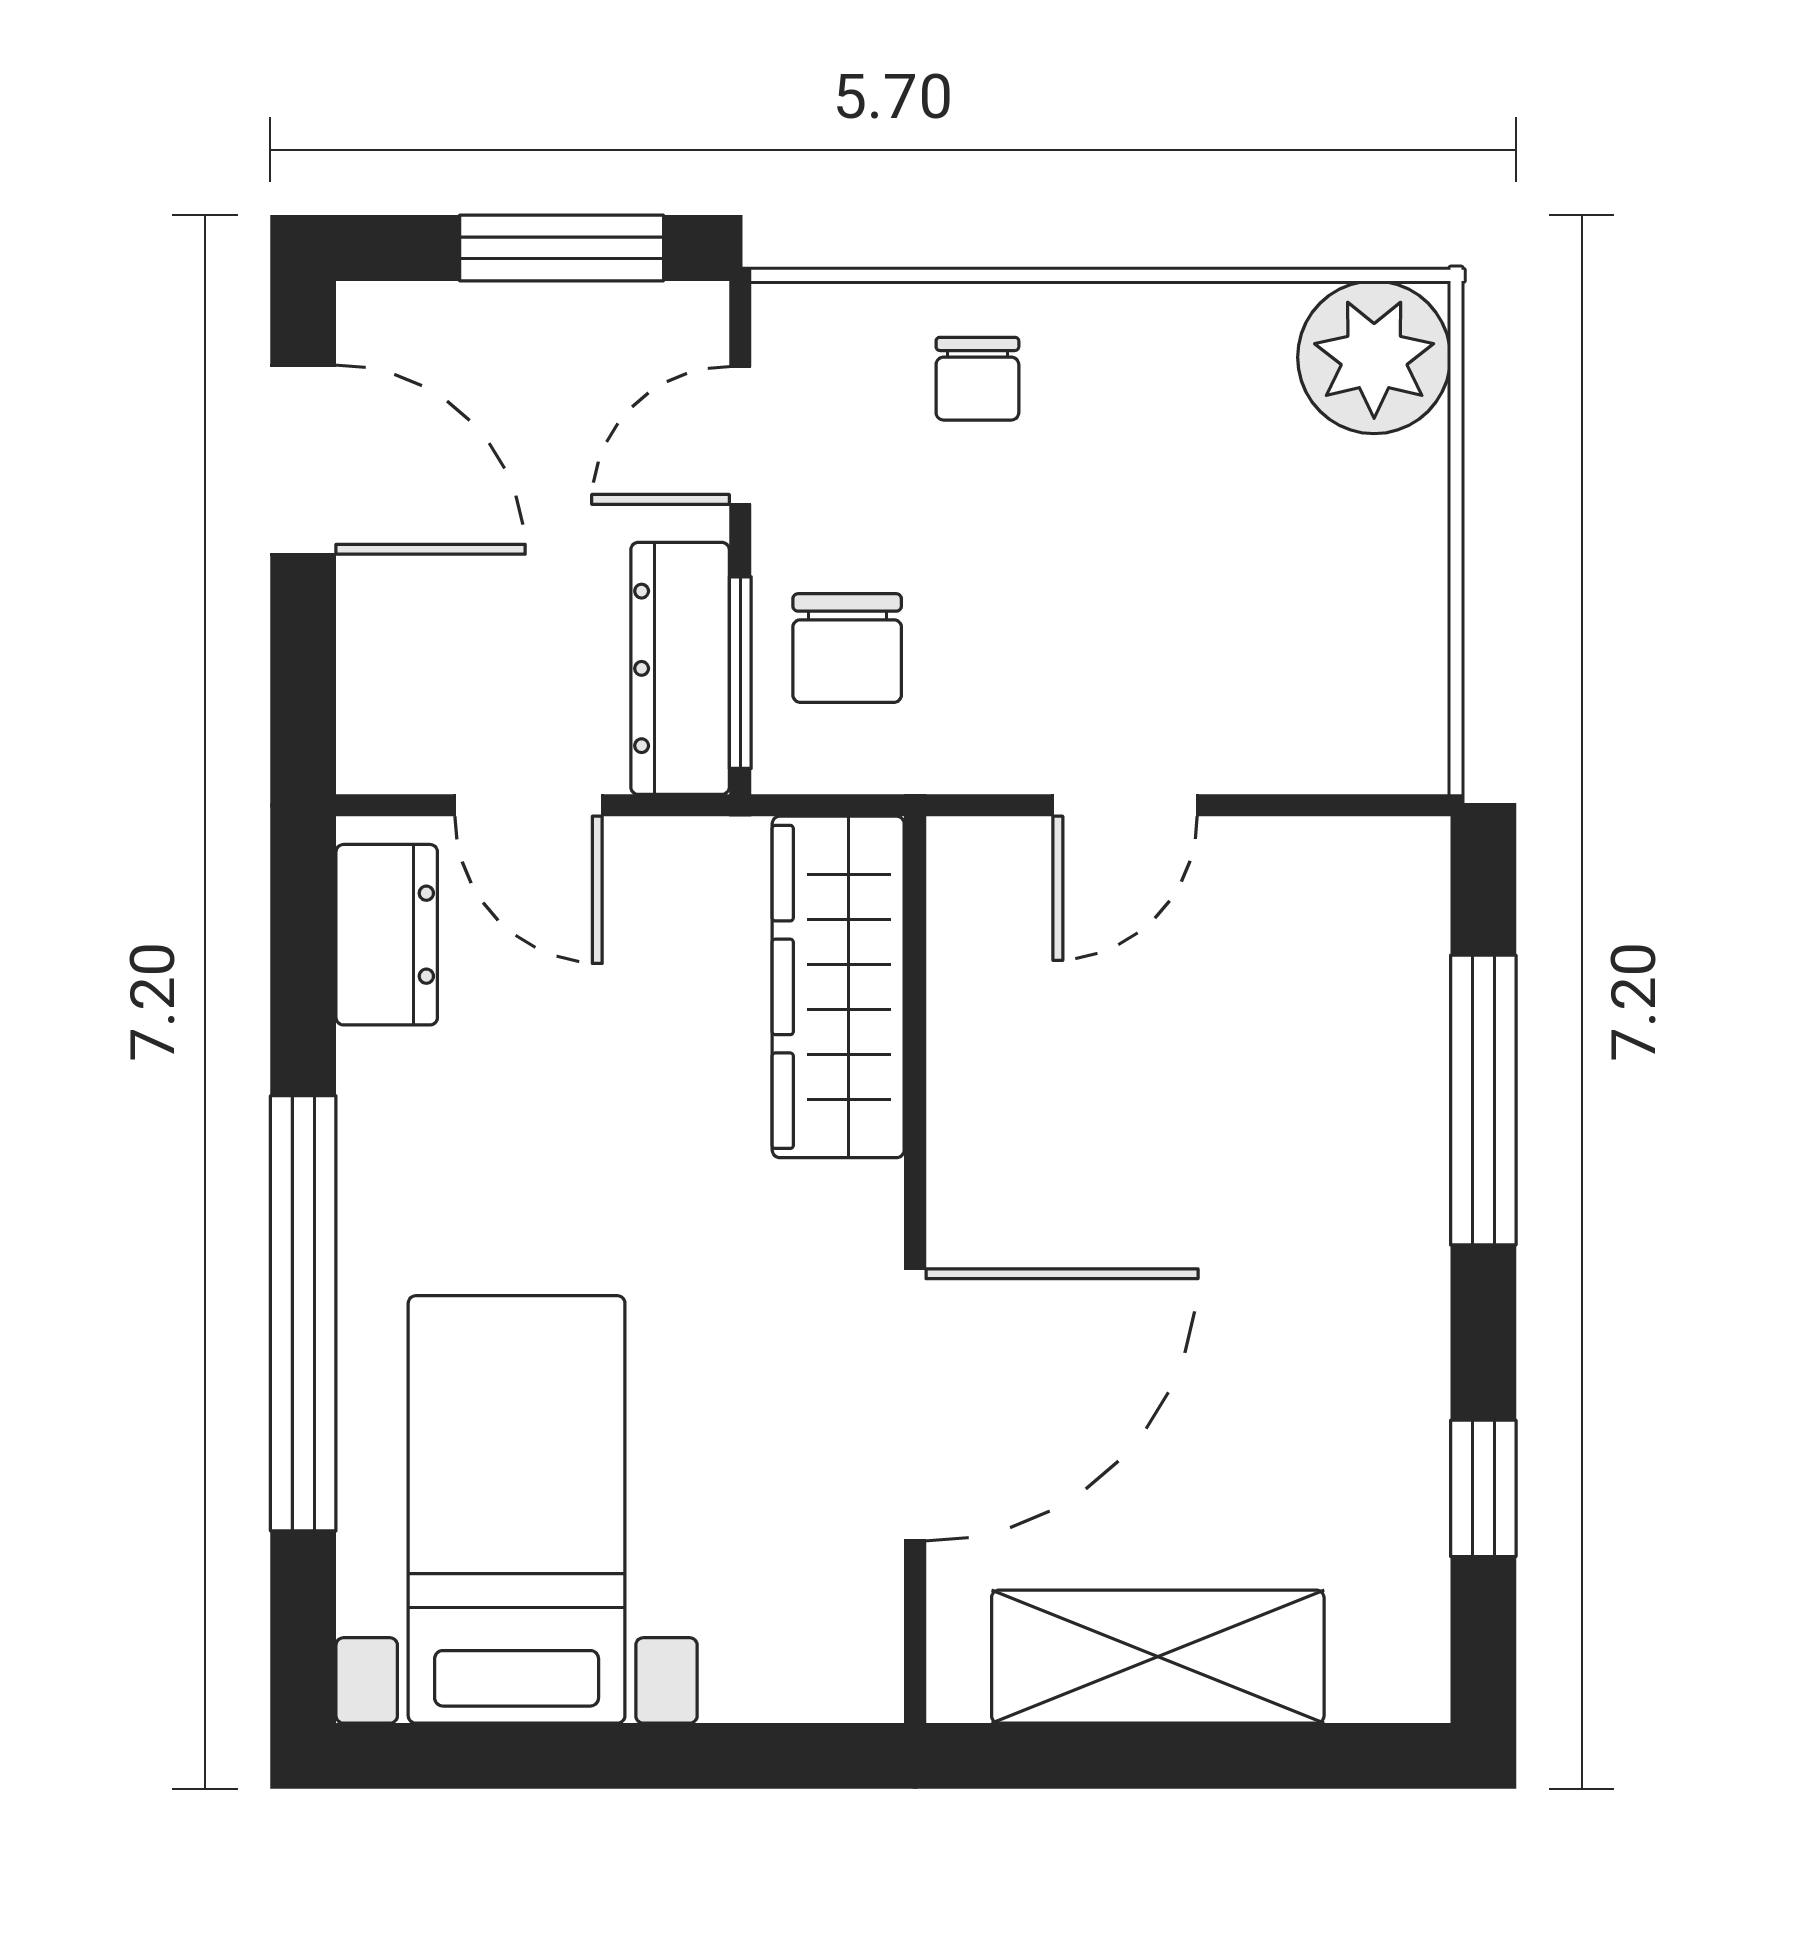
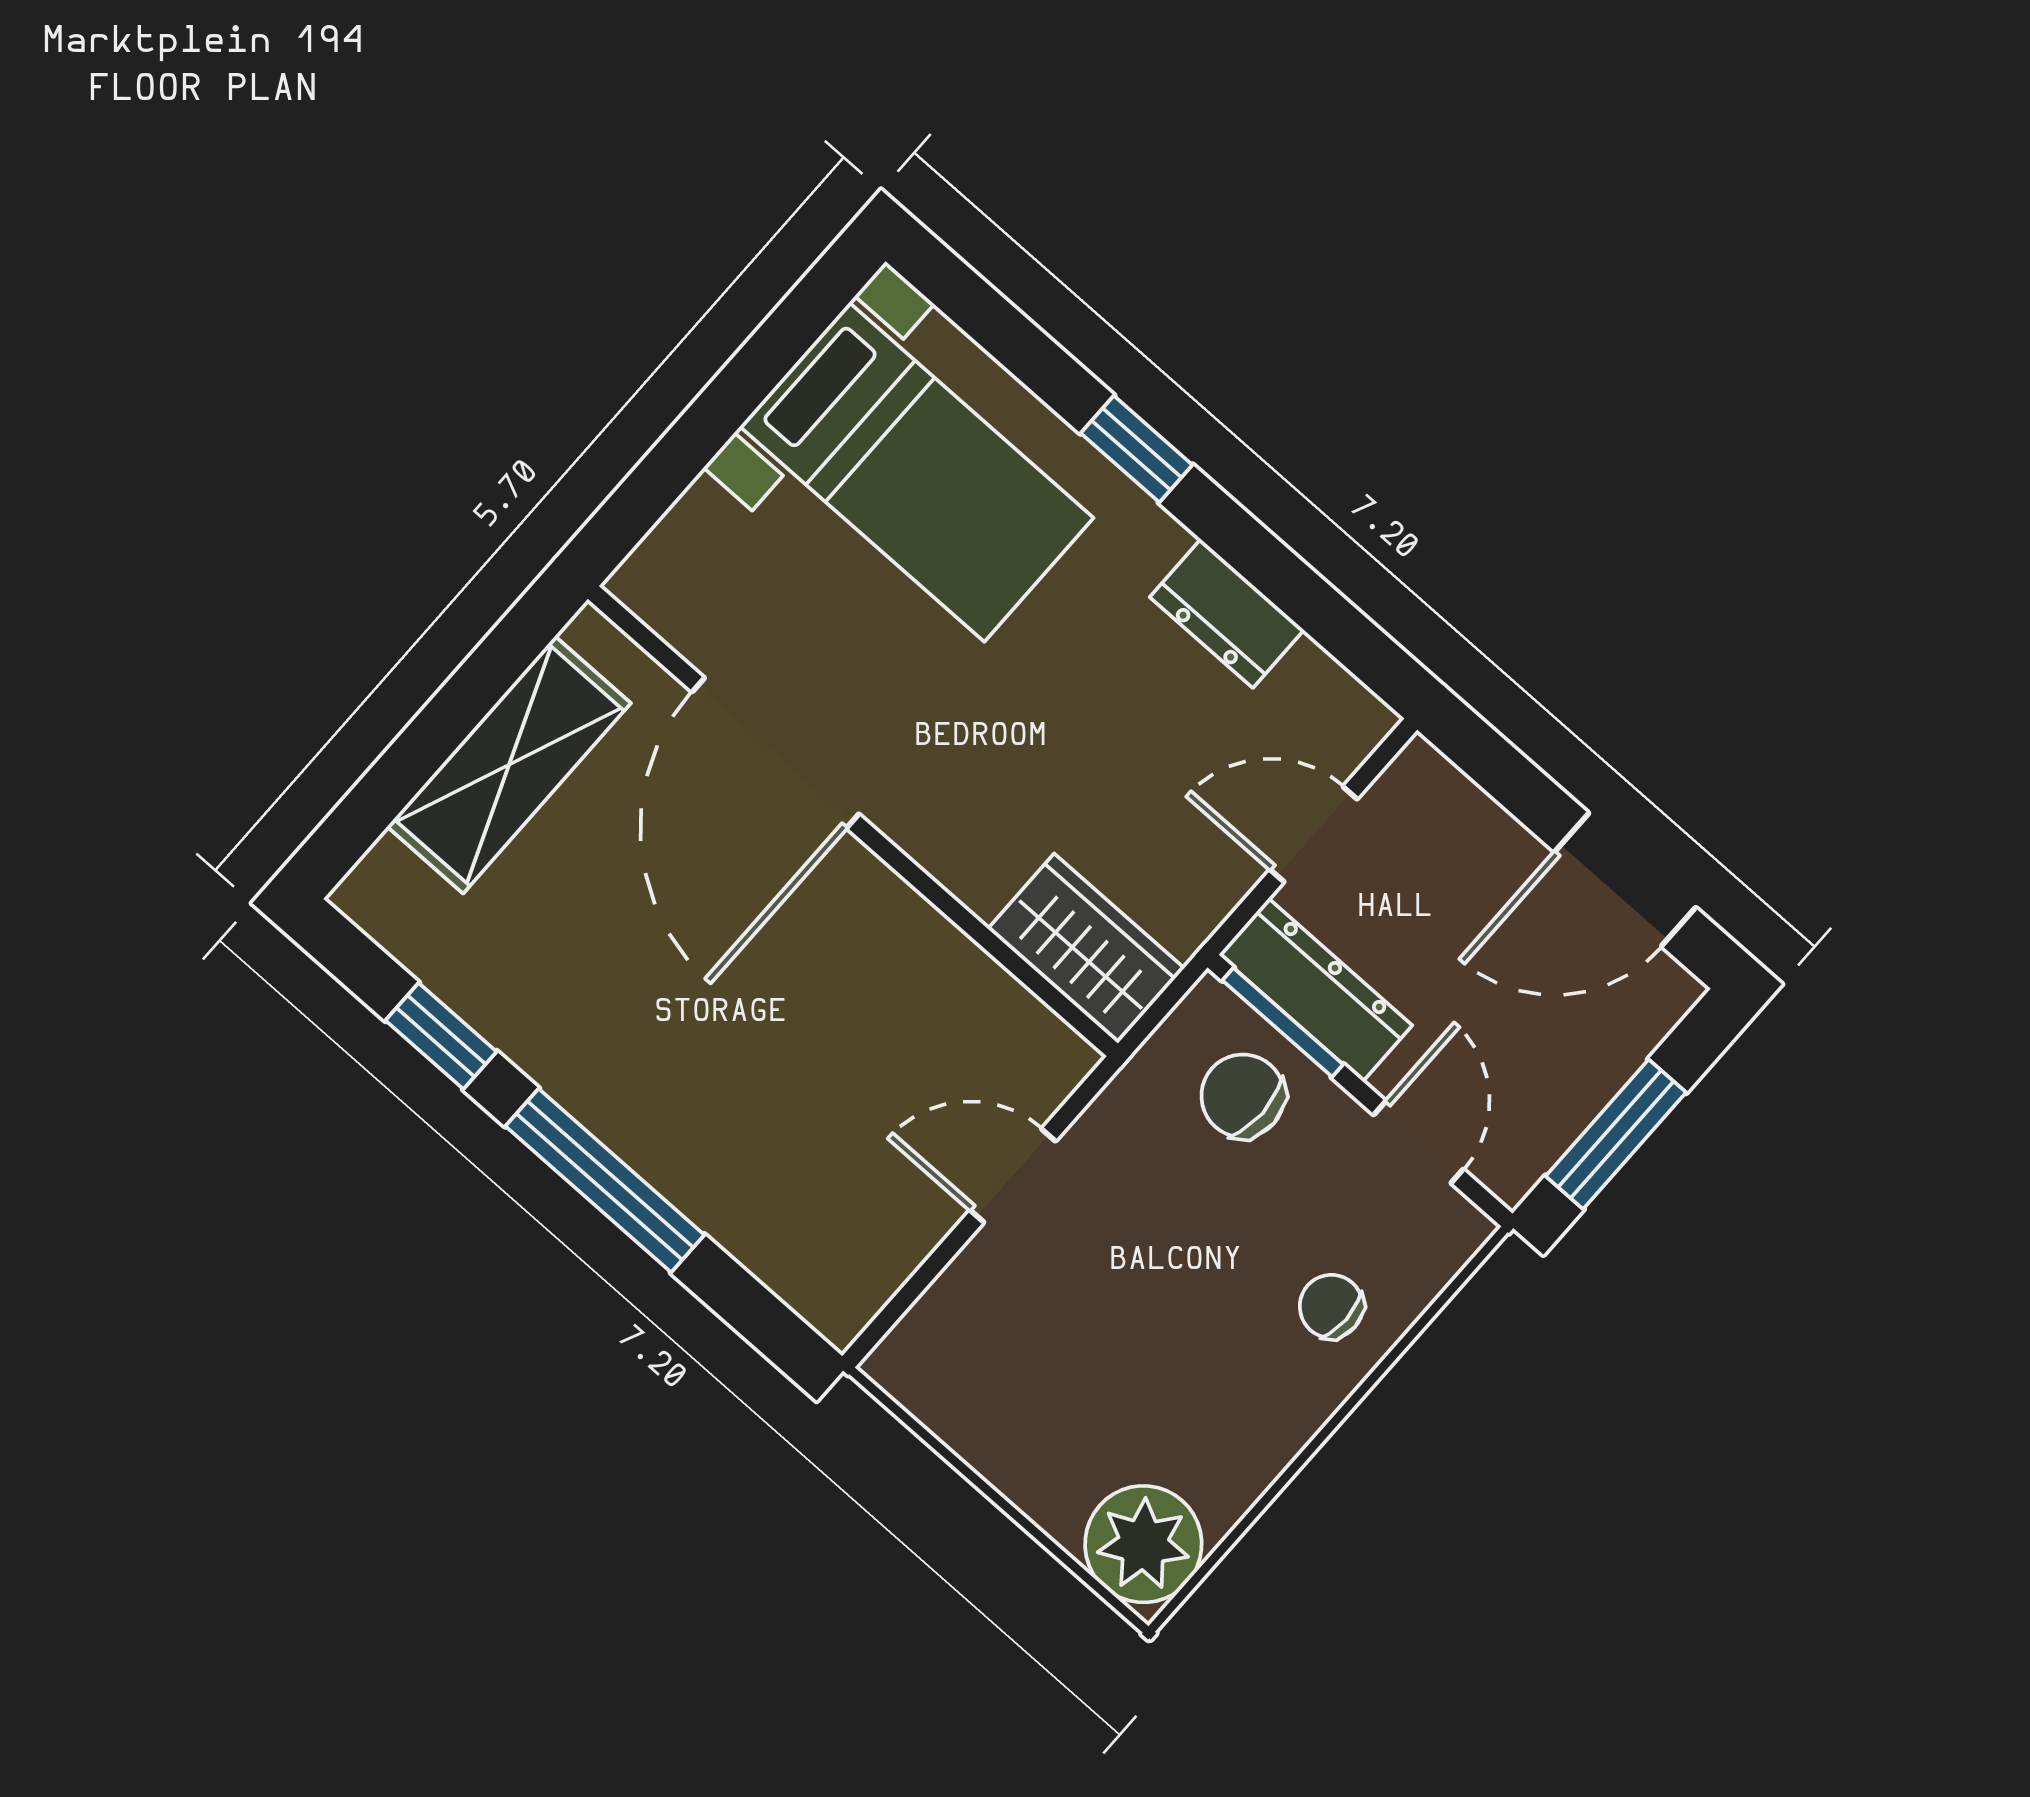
door: (1125, 805) -> (1013, 1176), hinge flipped
dresser: (387, 935) -> (1227, 613), moved
wardrobe: (838, 987) -> (1086, 949), width x0.67
window: (1483, 1100) -> (605, 1180), moved
window: (303, 1313) -> (1137, 449), width x0.32

